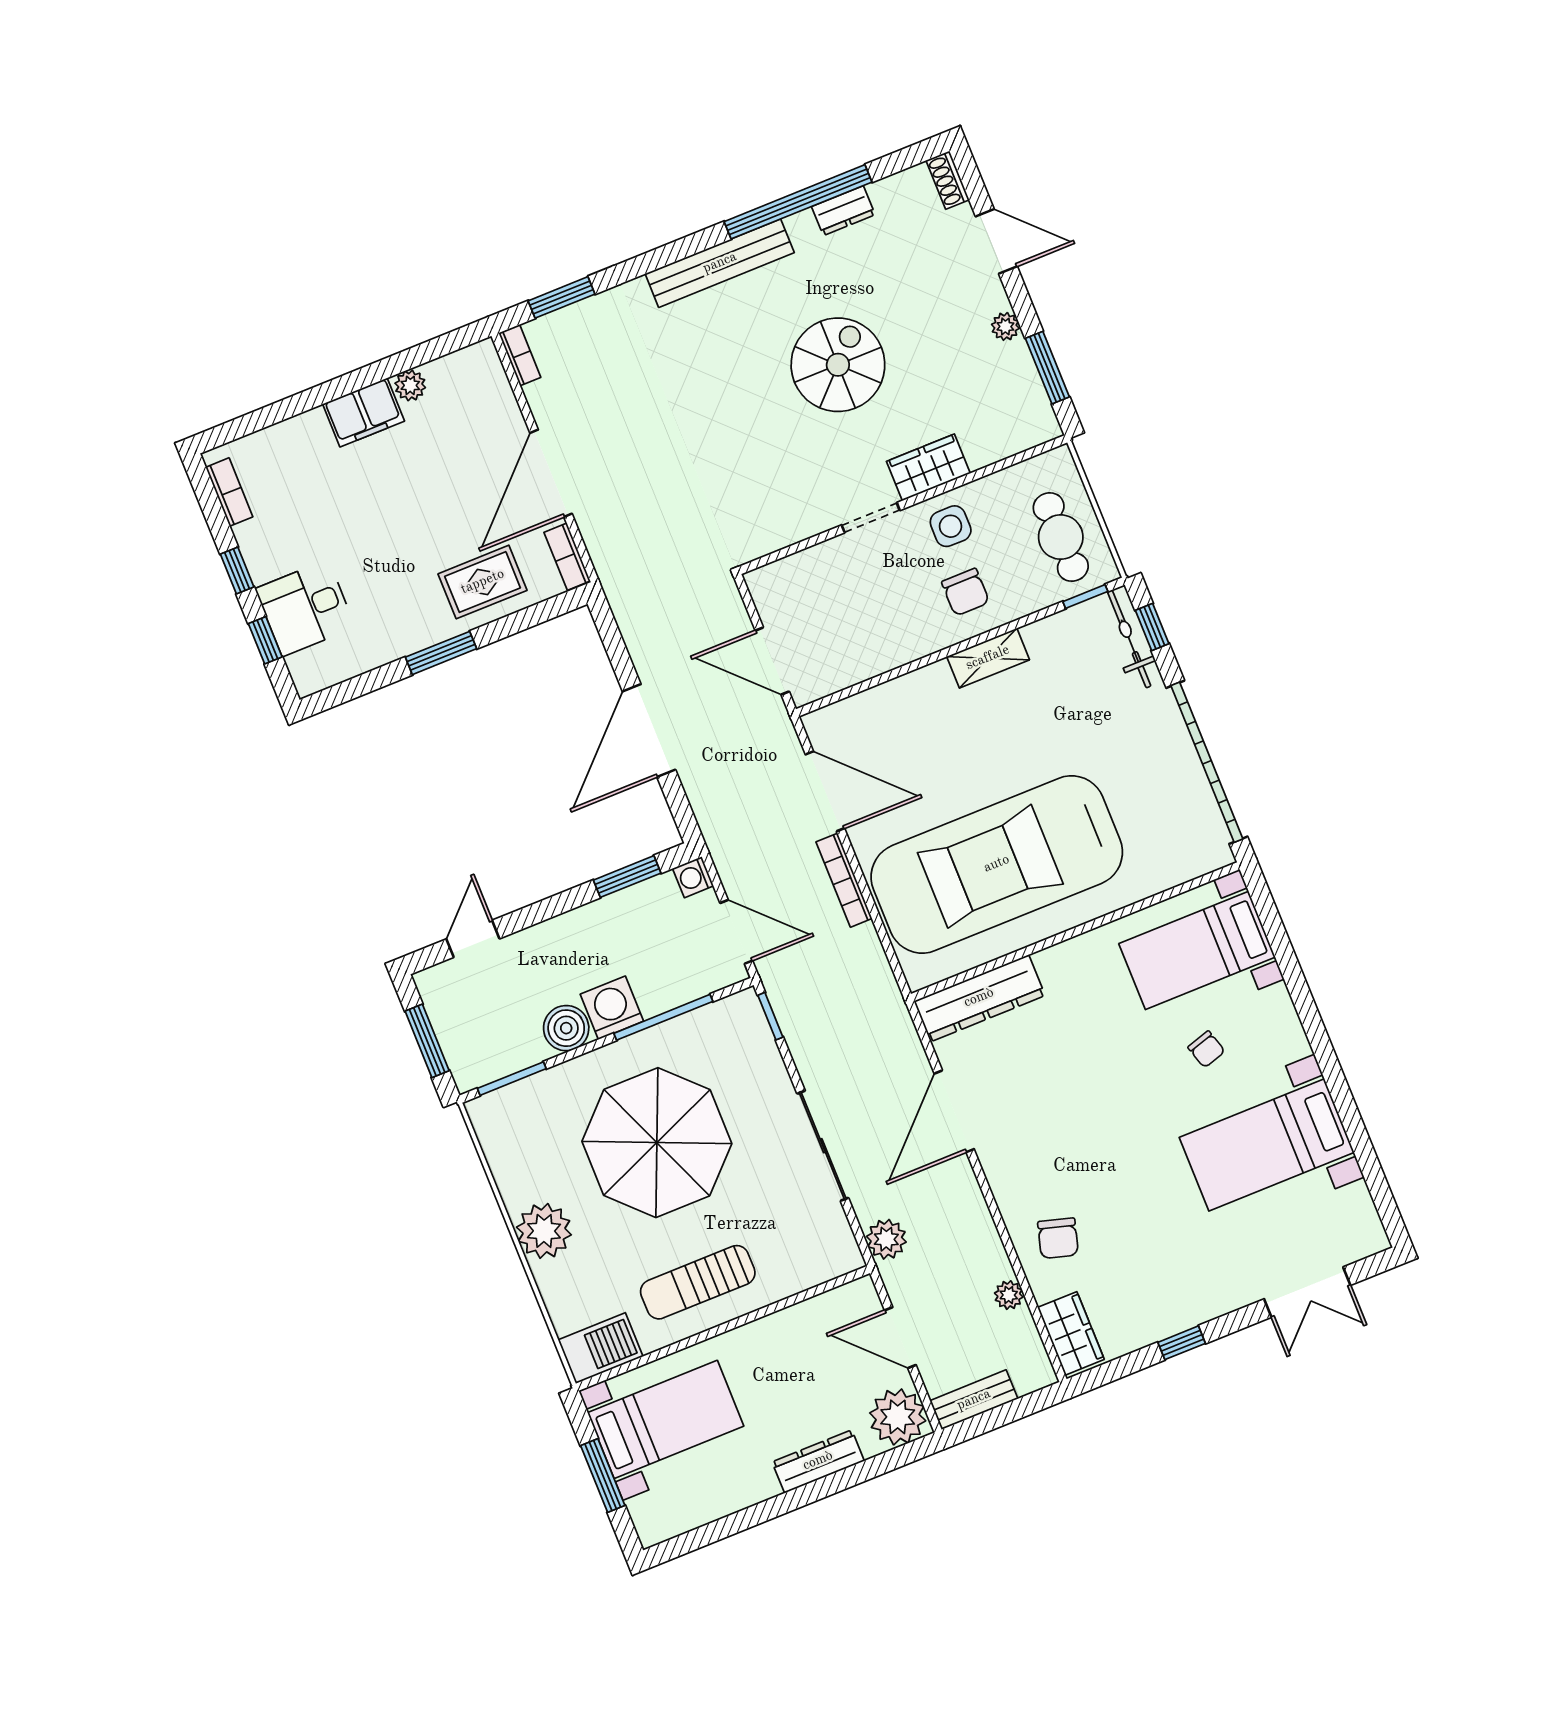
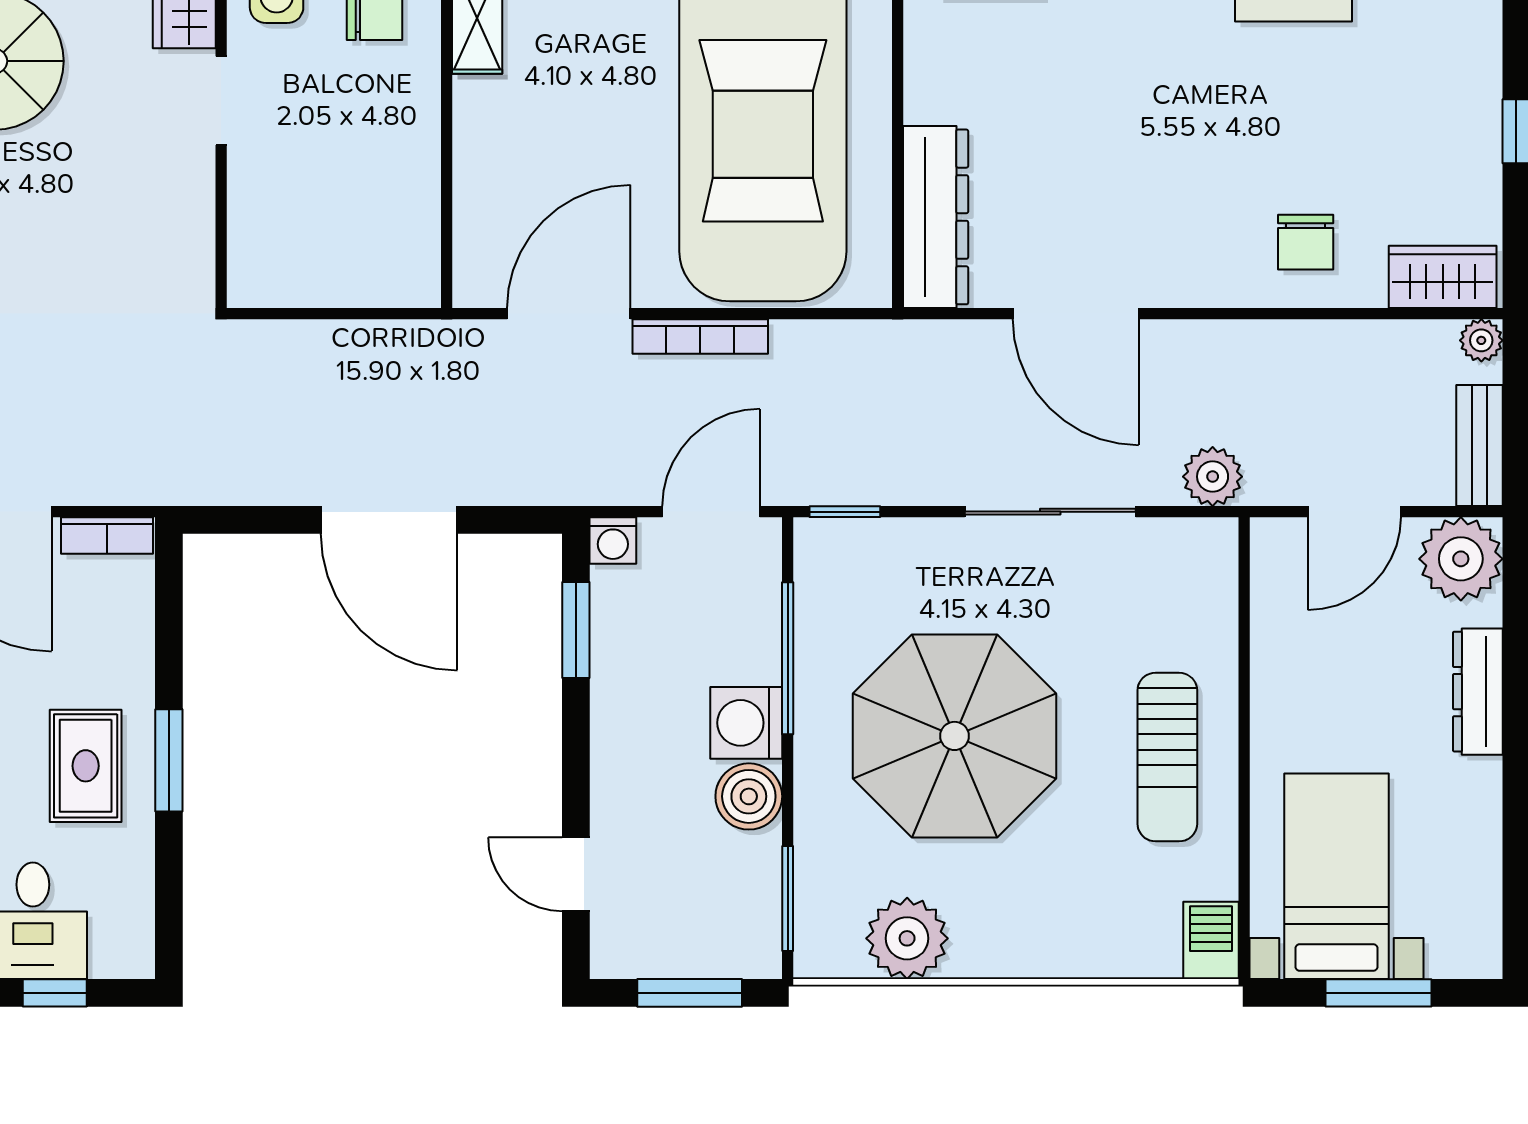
rug: (483, 582) -> (86, 766), moved
door: (772, 661) -> (362, 314), removed
plant: (544, 1231) -> (907, 938), moved
chair: (1058, 1238) -> (1306, 242), turned 74
plant: (1009, 1295) -> (1481, 340), moved
barbecue: (601, 1348) -> (1211, 940), width x0.73, depth x0.79

